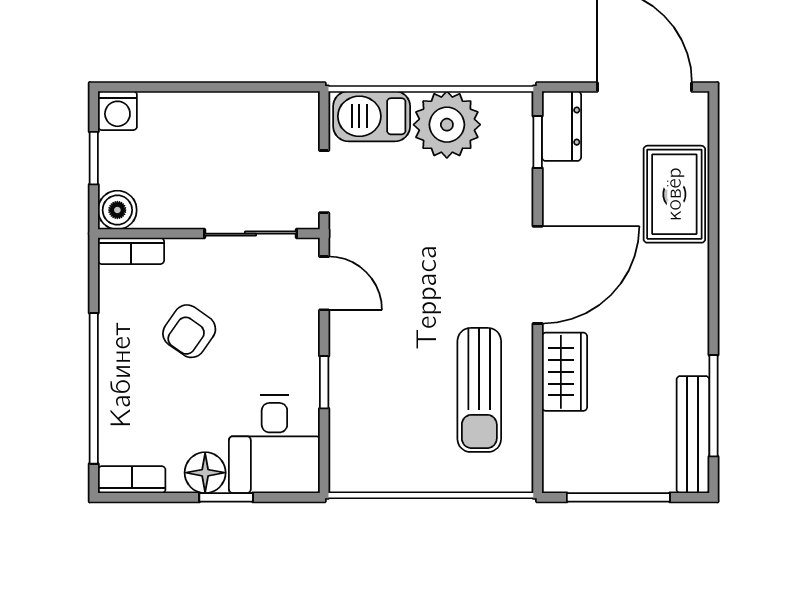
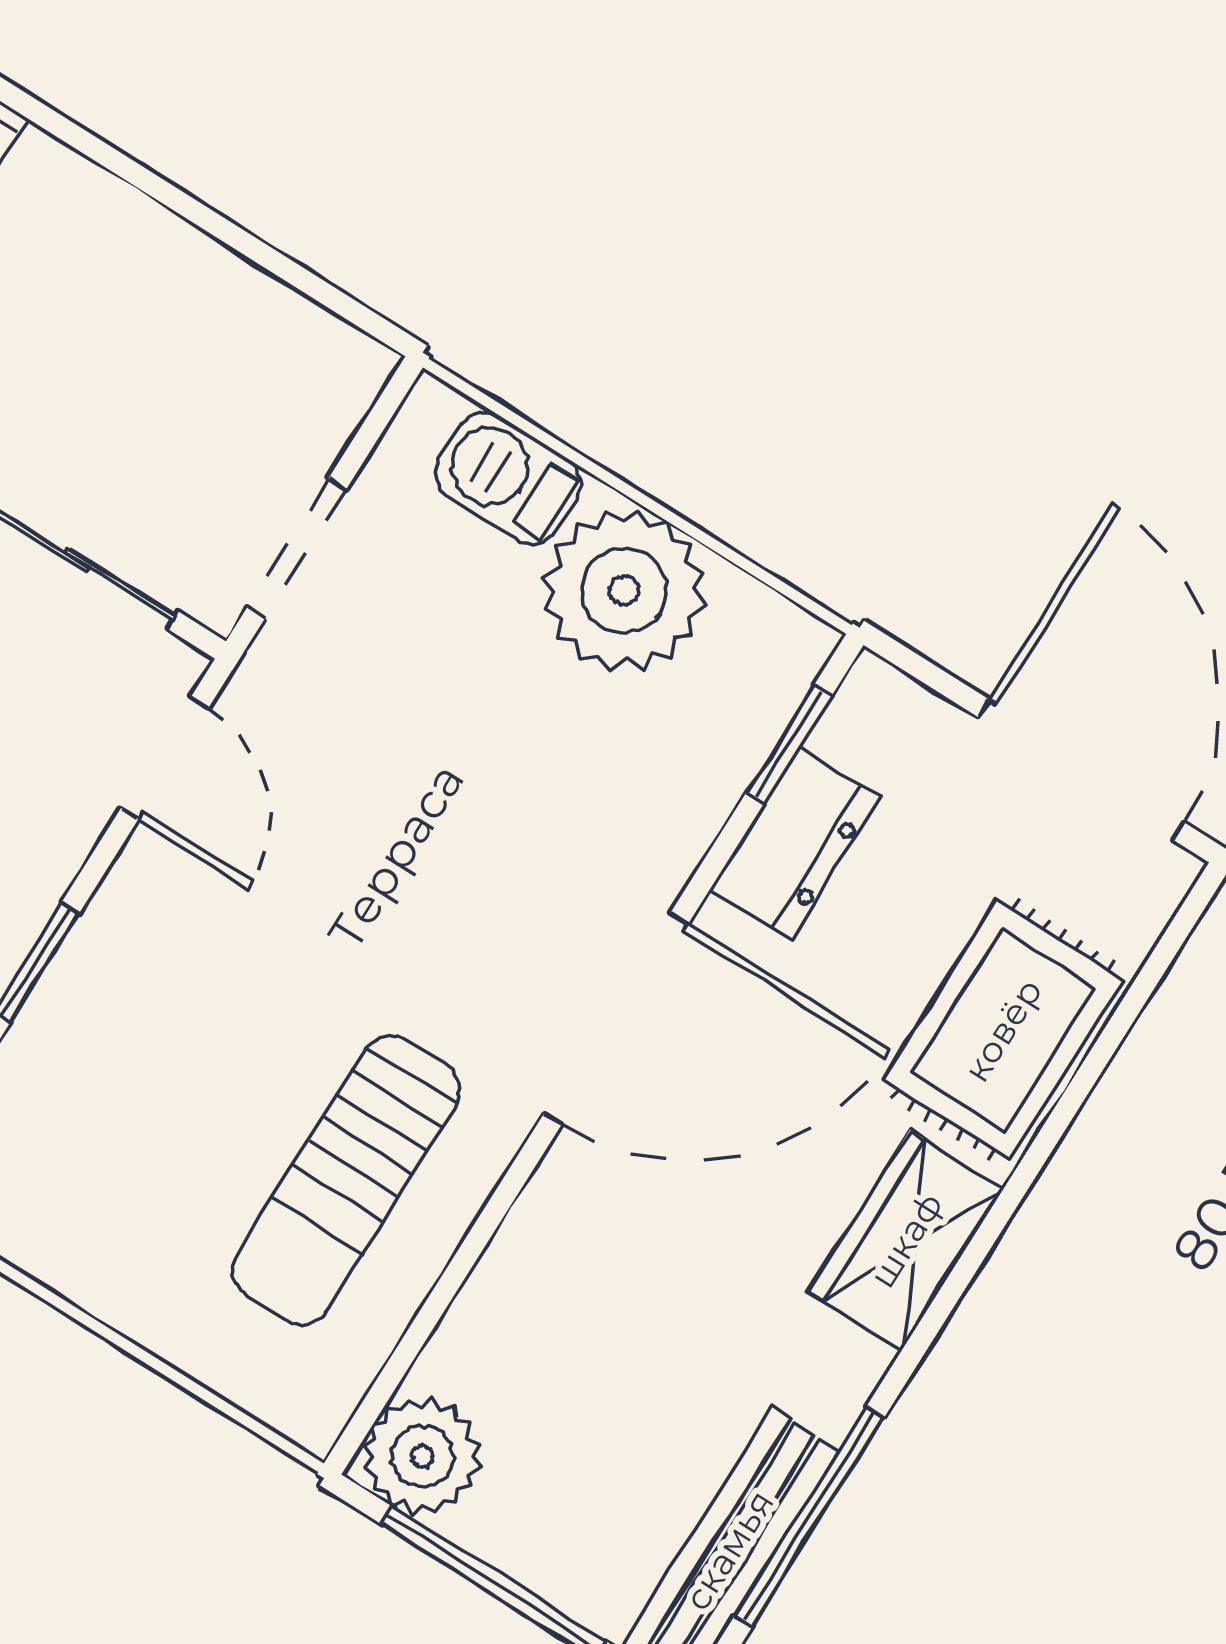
barbecue: (372, 116) -> (508, 478), width x0.73, depth x0.79
dresser: (561, 126) -> (795, 844), moved
wardrobe: (565, 372) -> (906, 1240), moved, turned 180
plant: (566, 469) -> (422, 1456), added

